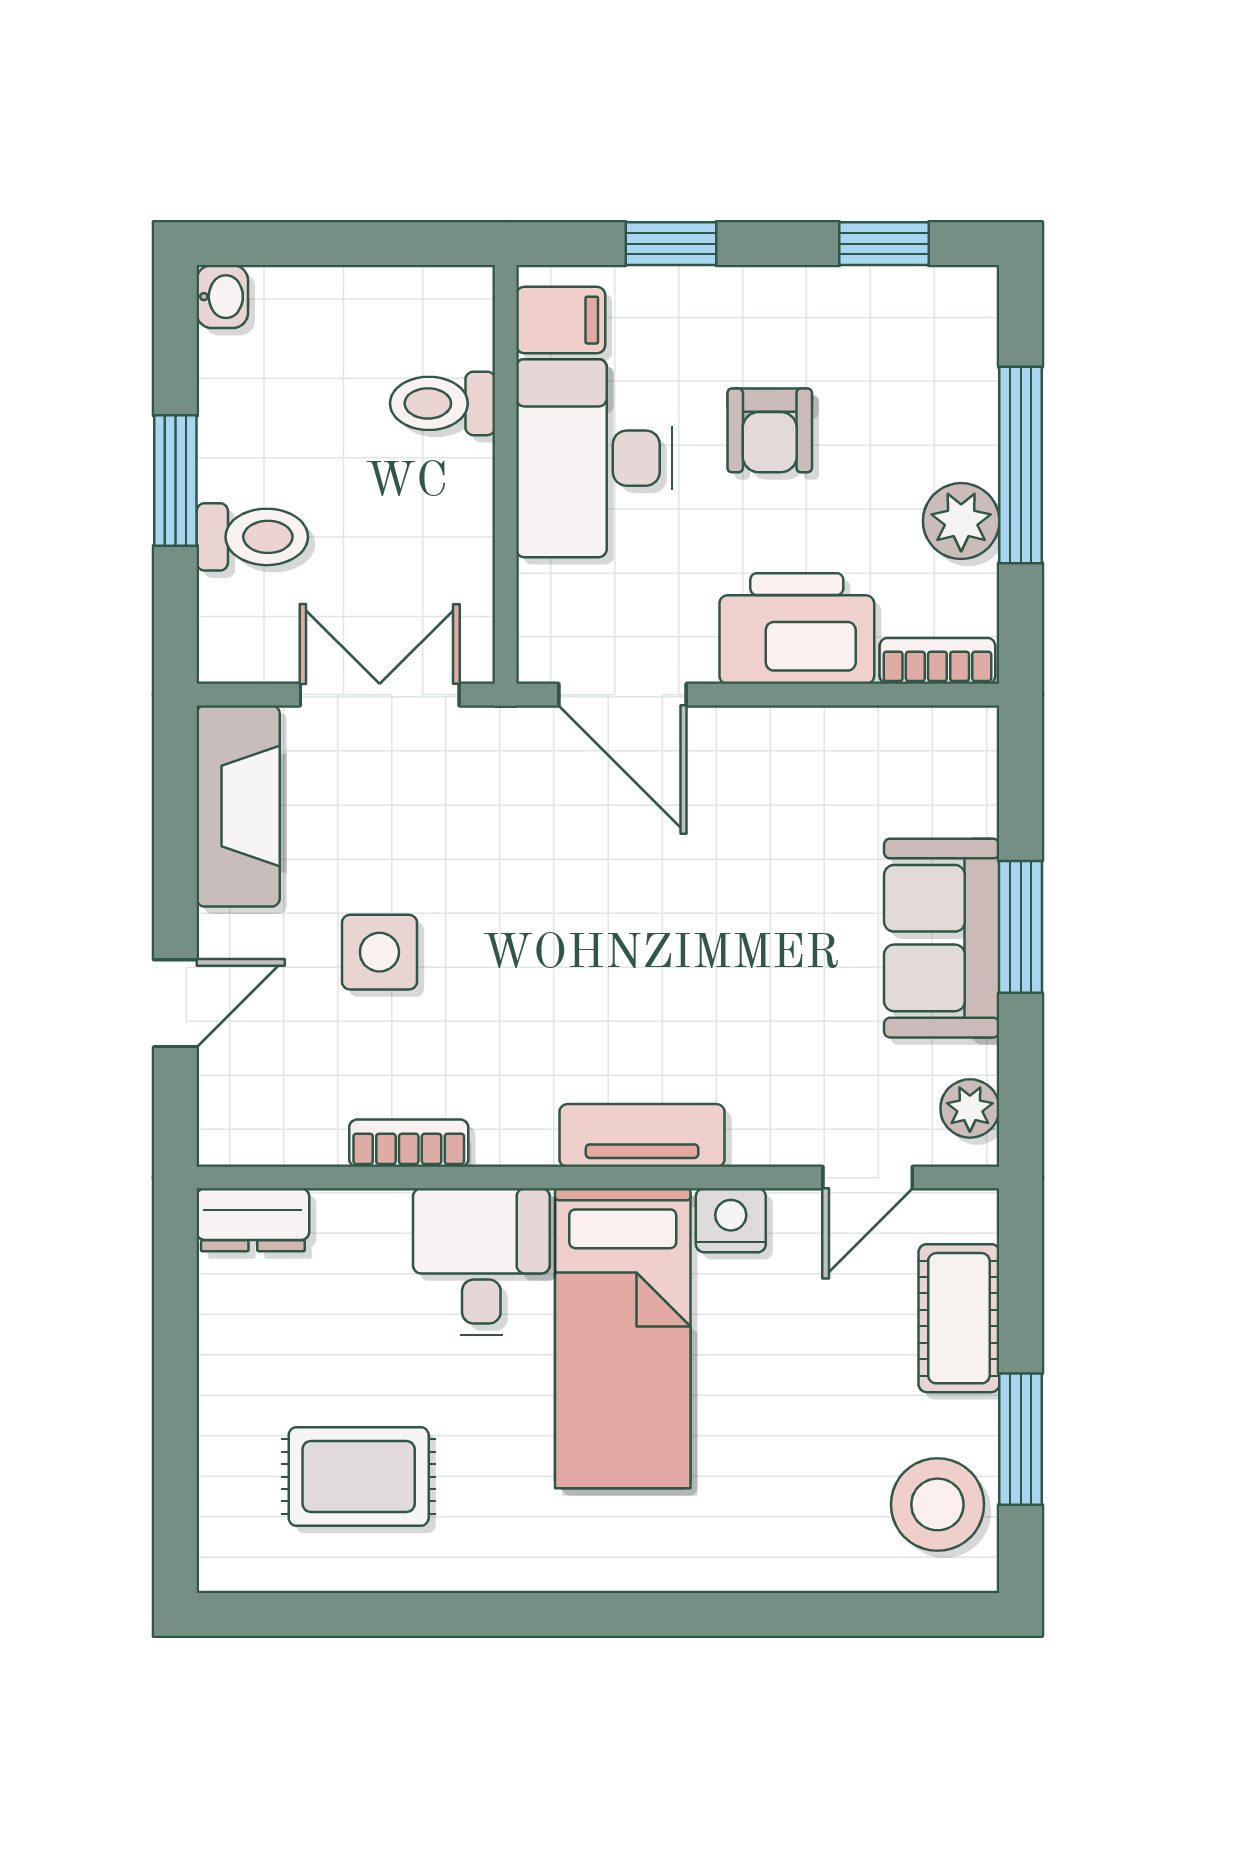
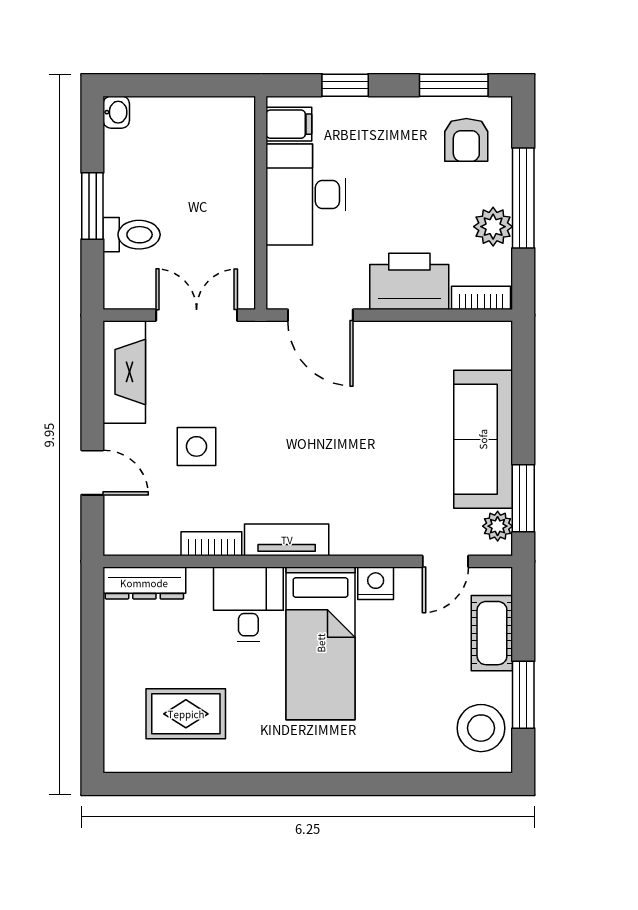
window: (884, 244) -> (454, 85), width x1.50
toilet: (443, 403) -> (229, 167), removed
armchair: (770, 430) -> (466, 140), moved
window: (1021, 927) -> (523, 498), moved
sofa: (942, 938) -> (483, 439), width x1.36
door: (175, 1003) -> (92, 473), hinge flipped
tv unit: (642, 1135) -> (287, 540), moved
dresser: (253, 1220) -> (144, 583), width x1.44

